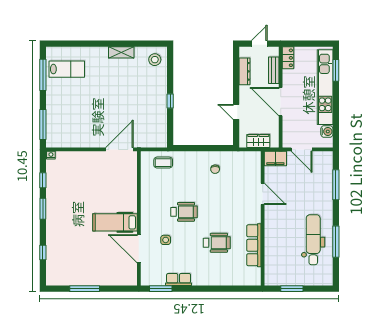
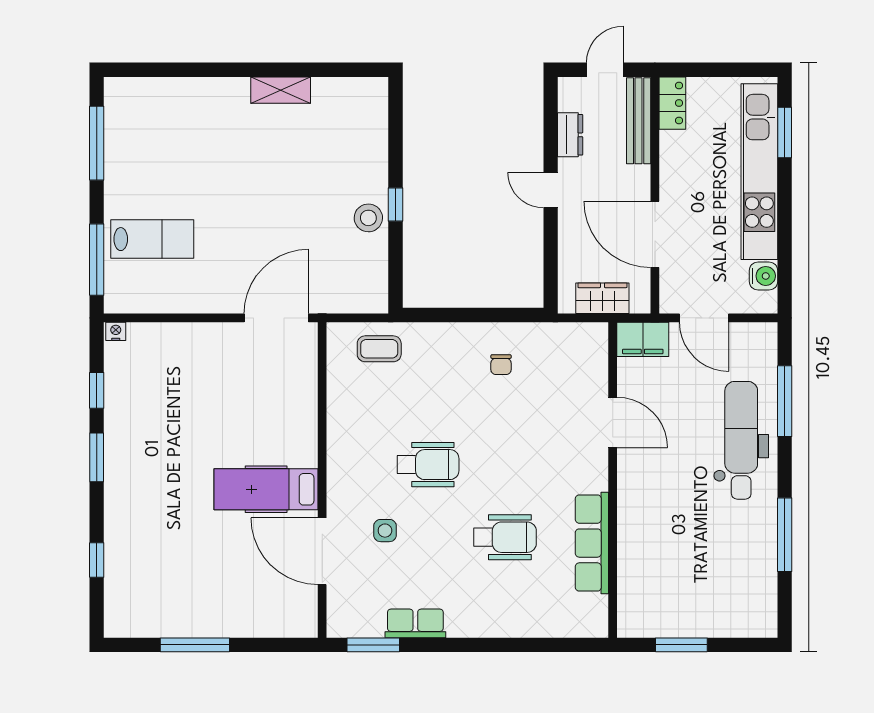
stool: (155, 60) -> (368, 218), moved
lab bench: (67, 69) -> (152, 239), moved
bench: (274, 70) -> (639, 121), width x1.36
dresser: (244, 71) -> (570, 135), width x0.70
door: (281, 102) -> (655, 234), moved
door: (236, 112) -> (551, 190), moved
dental chair: (313, 240) -> (741, 440), moved

